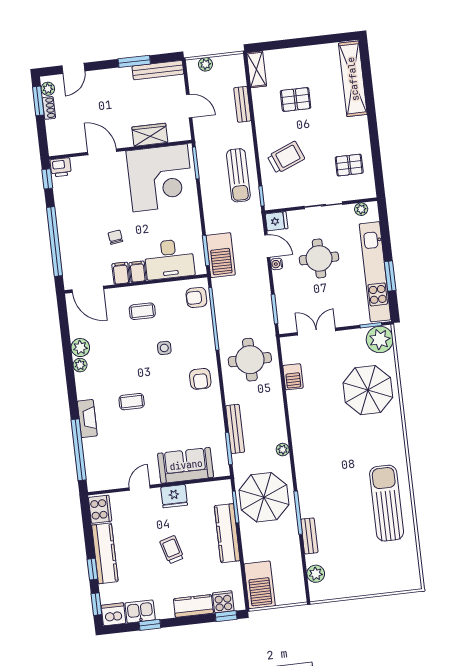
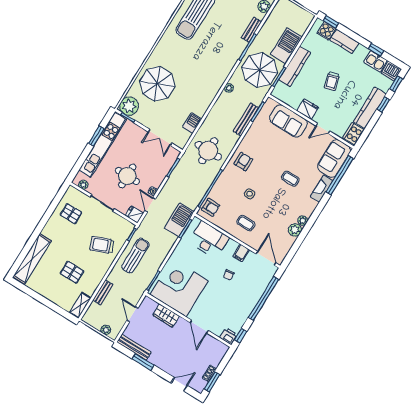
plant: (48, 89) -> (202, 384), removed
filing cabinet: (138, 272) -> (231, 247), removed
sofa: (100, 464) -> (334, 158), added
barbecue: (260, 585) -> (286, 46), moved

